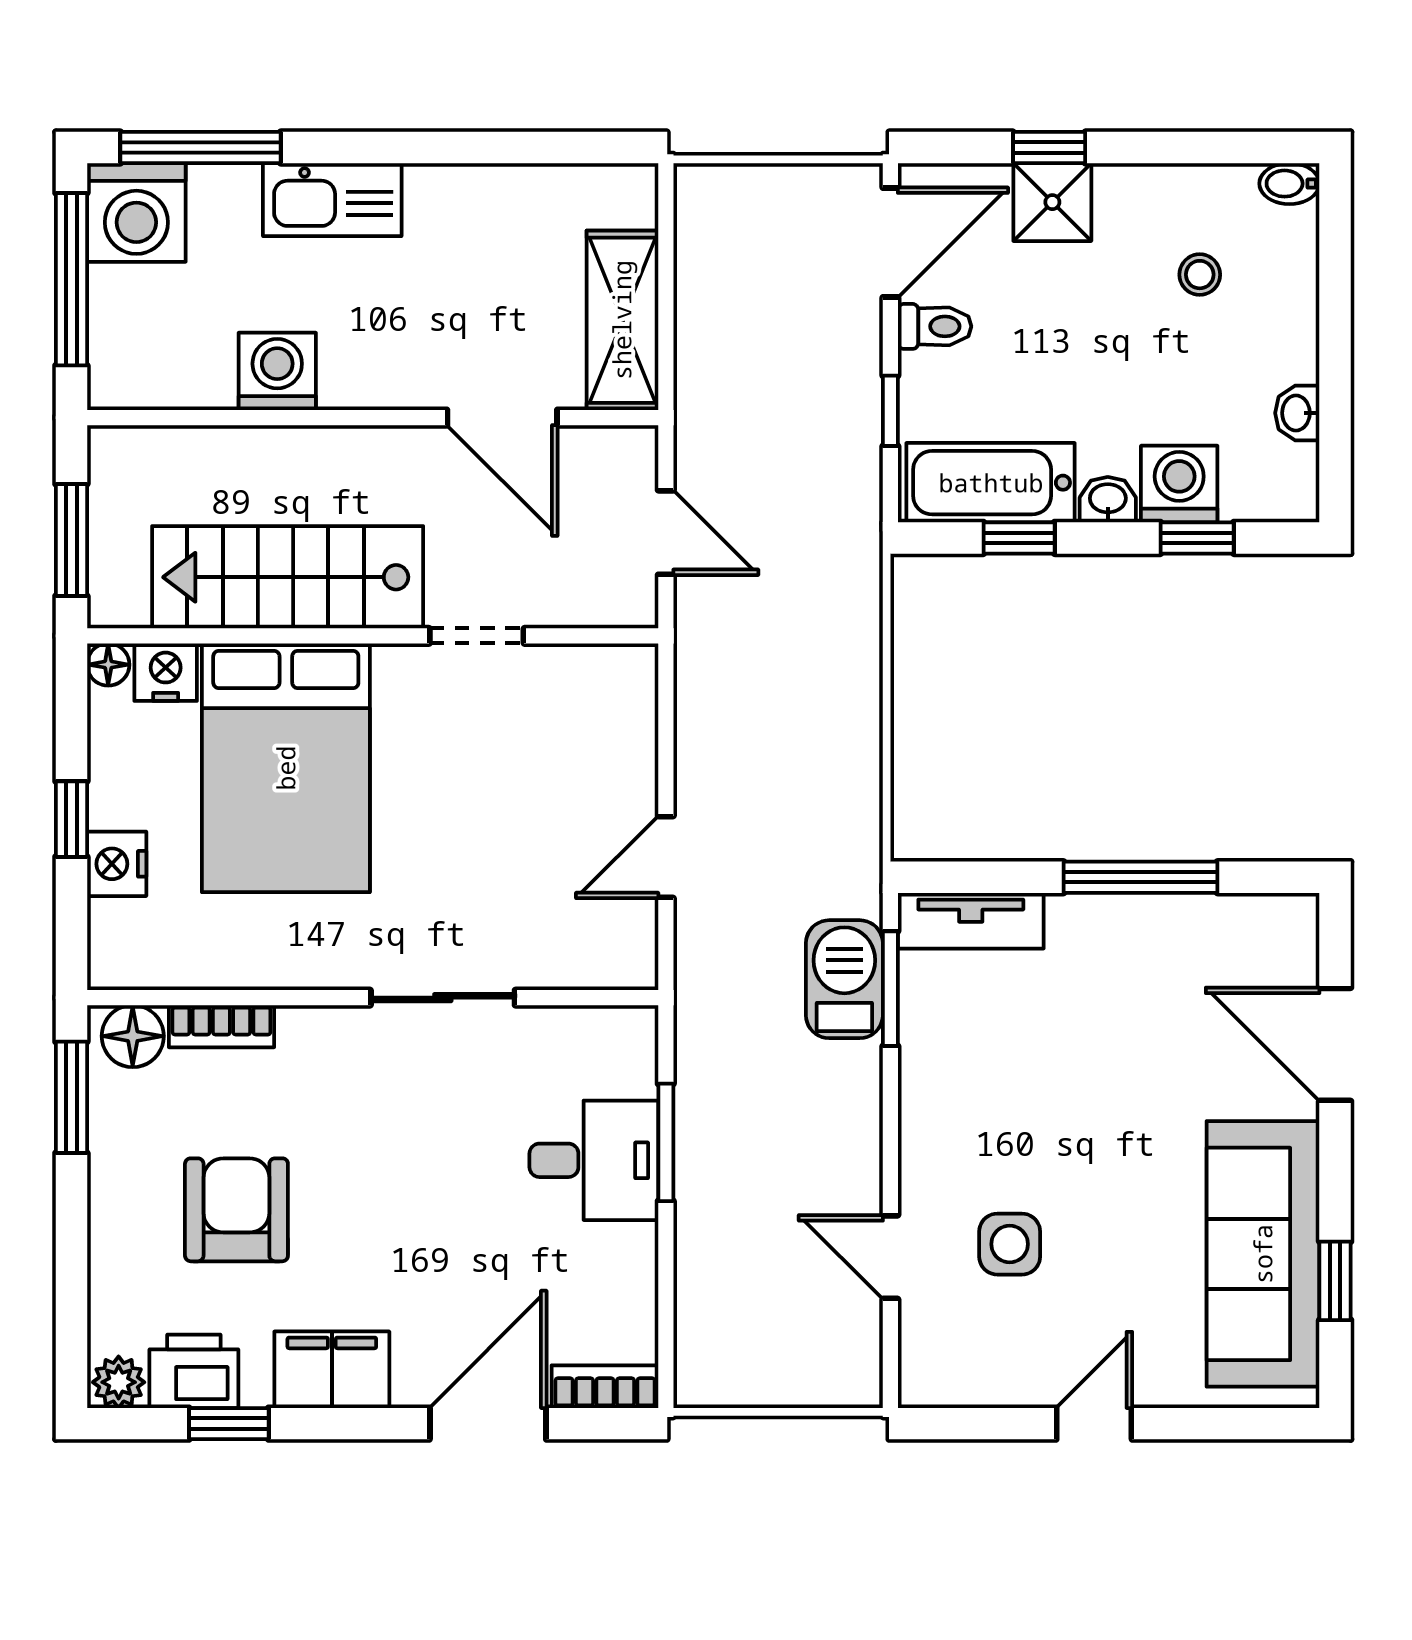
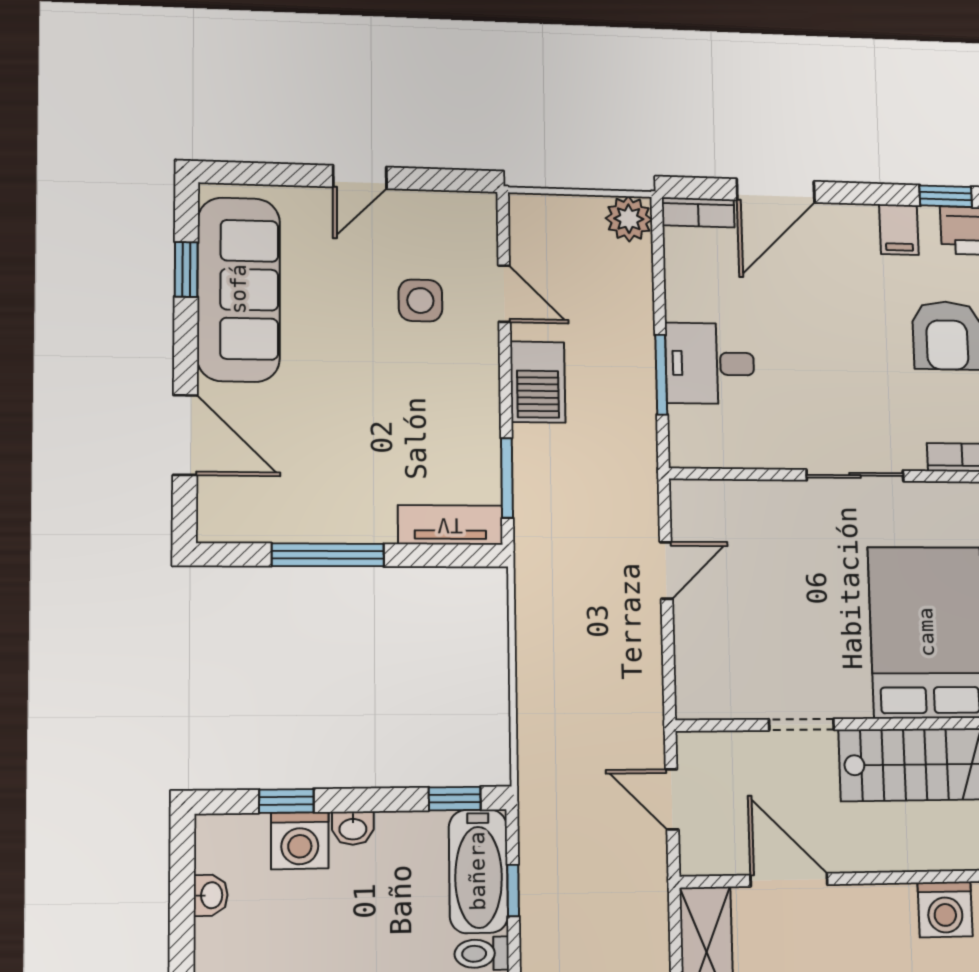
bathtub: (991, 483) -> (478, 871), moved, turned 90
window: (1019, 538) -> (455, 799), moved
barbecue: (844, 979) -> (538, 382), moved
sliding door: (443, 998) -> (855, 475), moved
filing cabinet: (332, 1370) -> (899, 230), width x0.50
plant: (708, 1374) -> (629, 219), added

